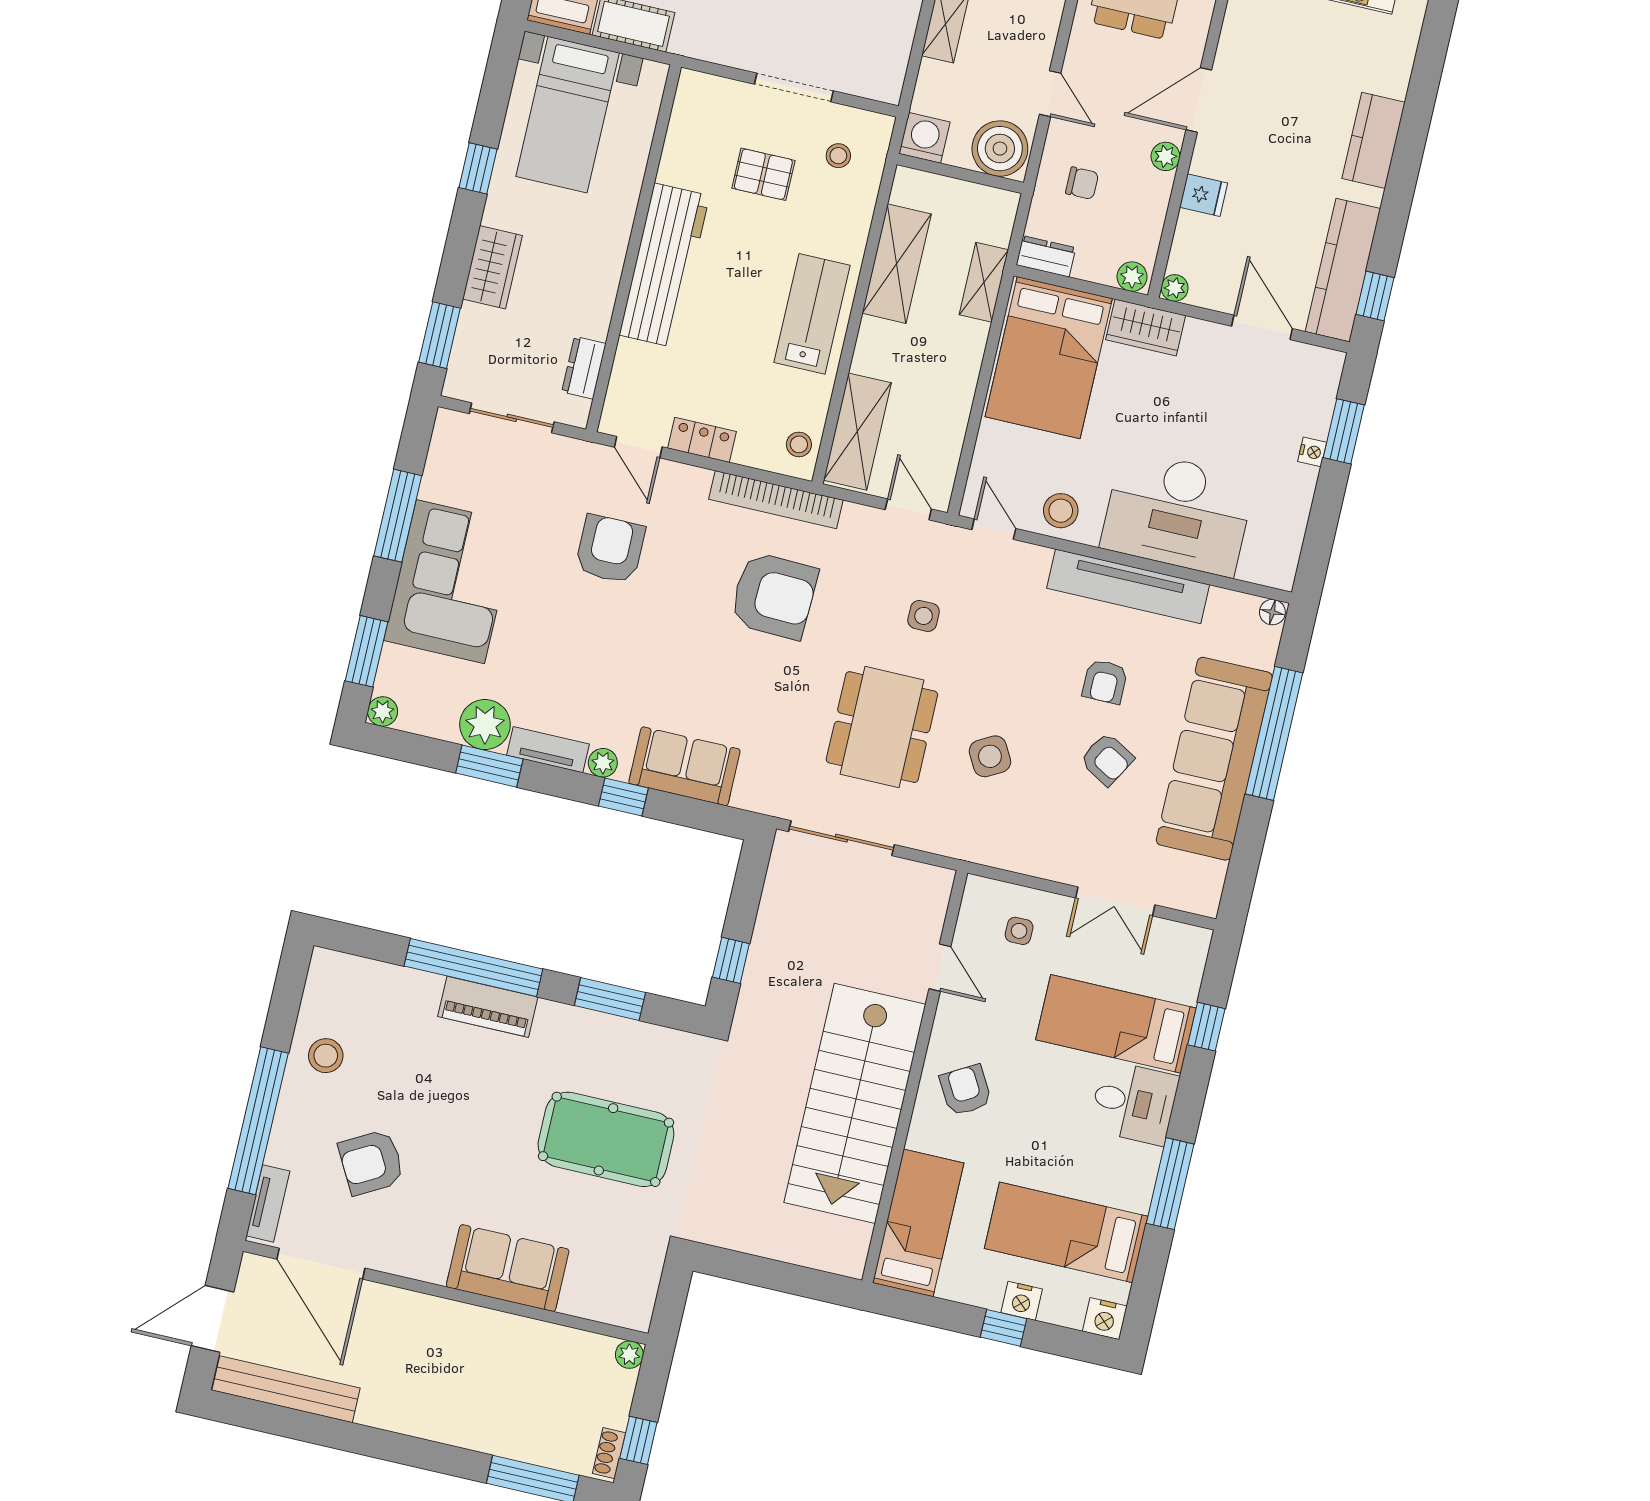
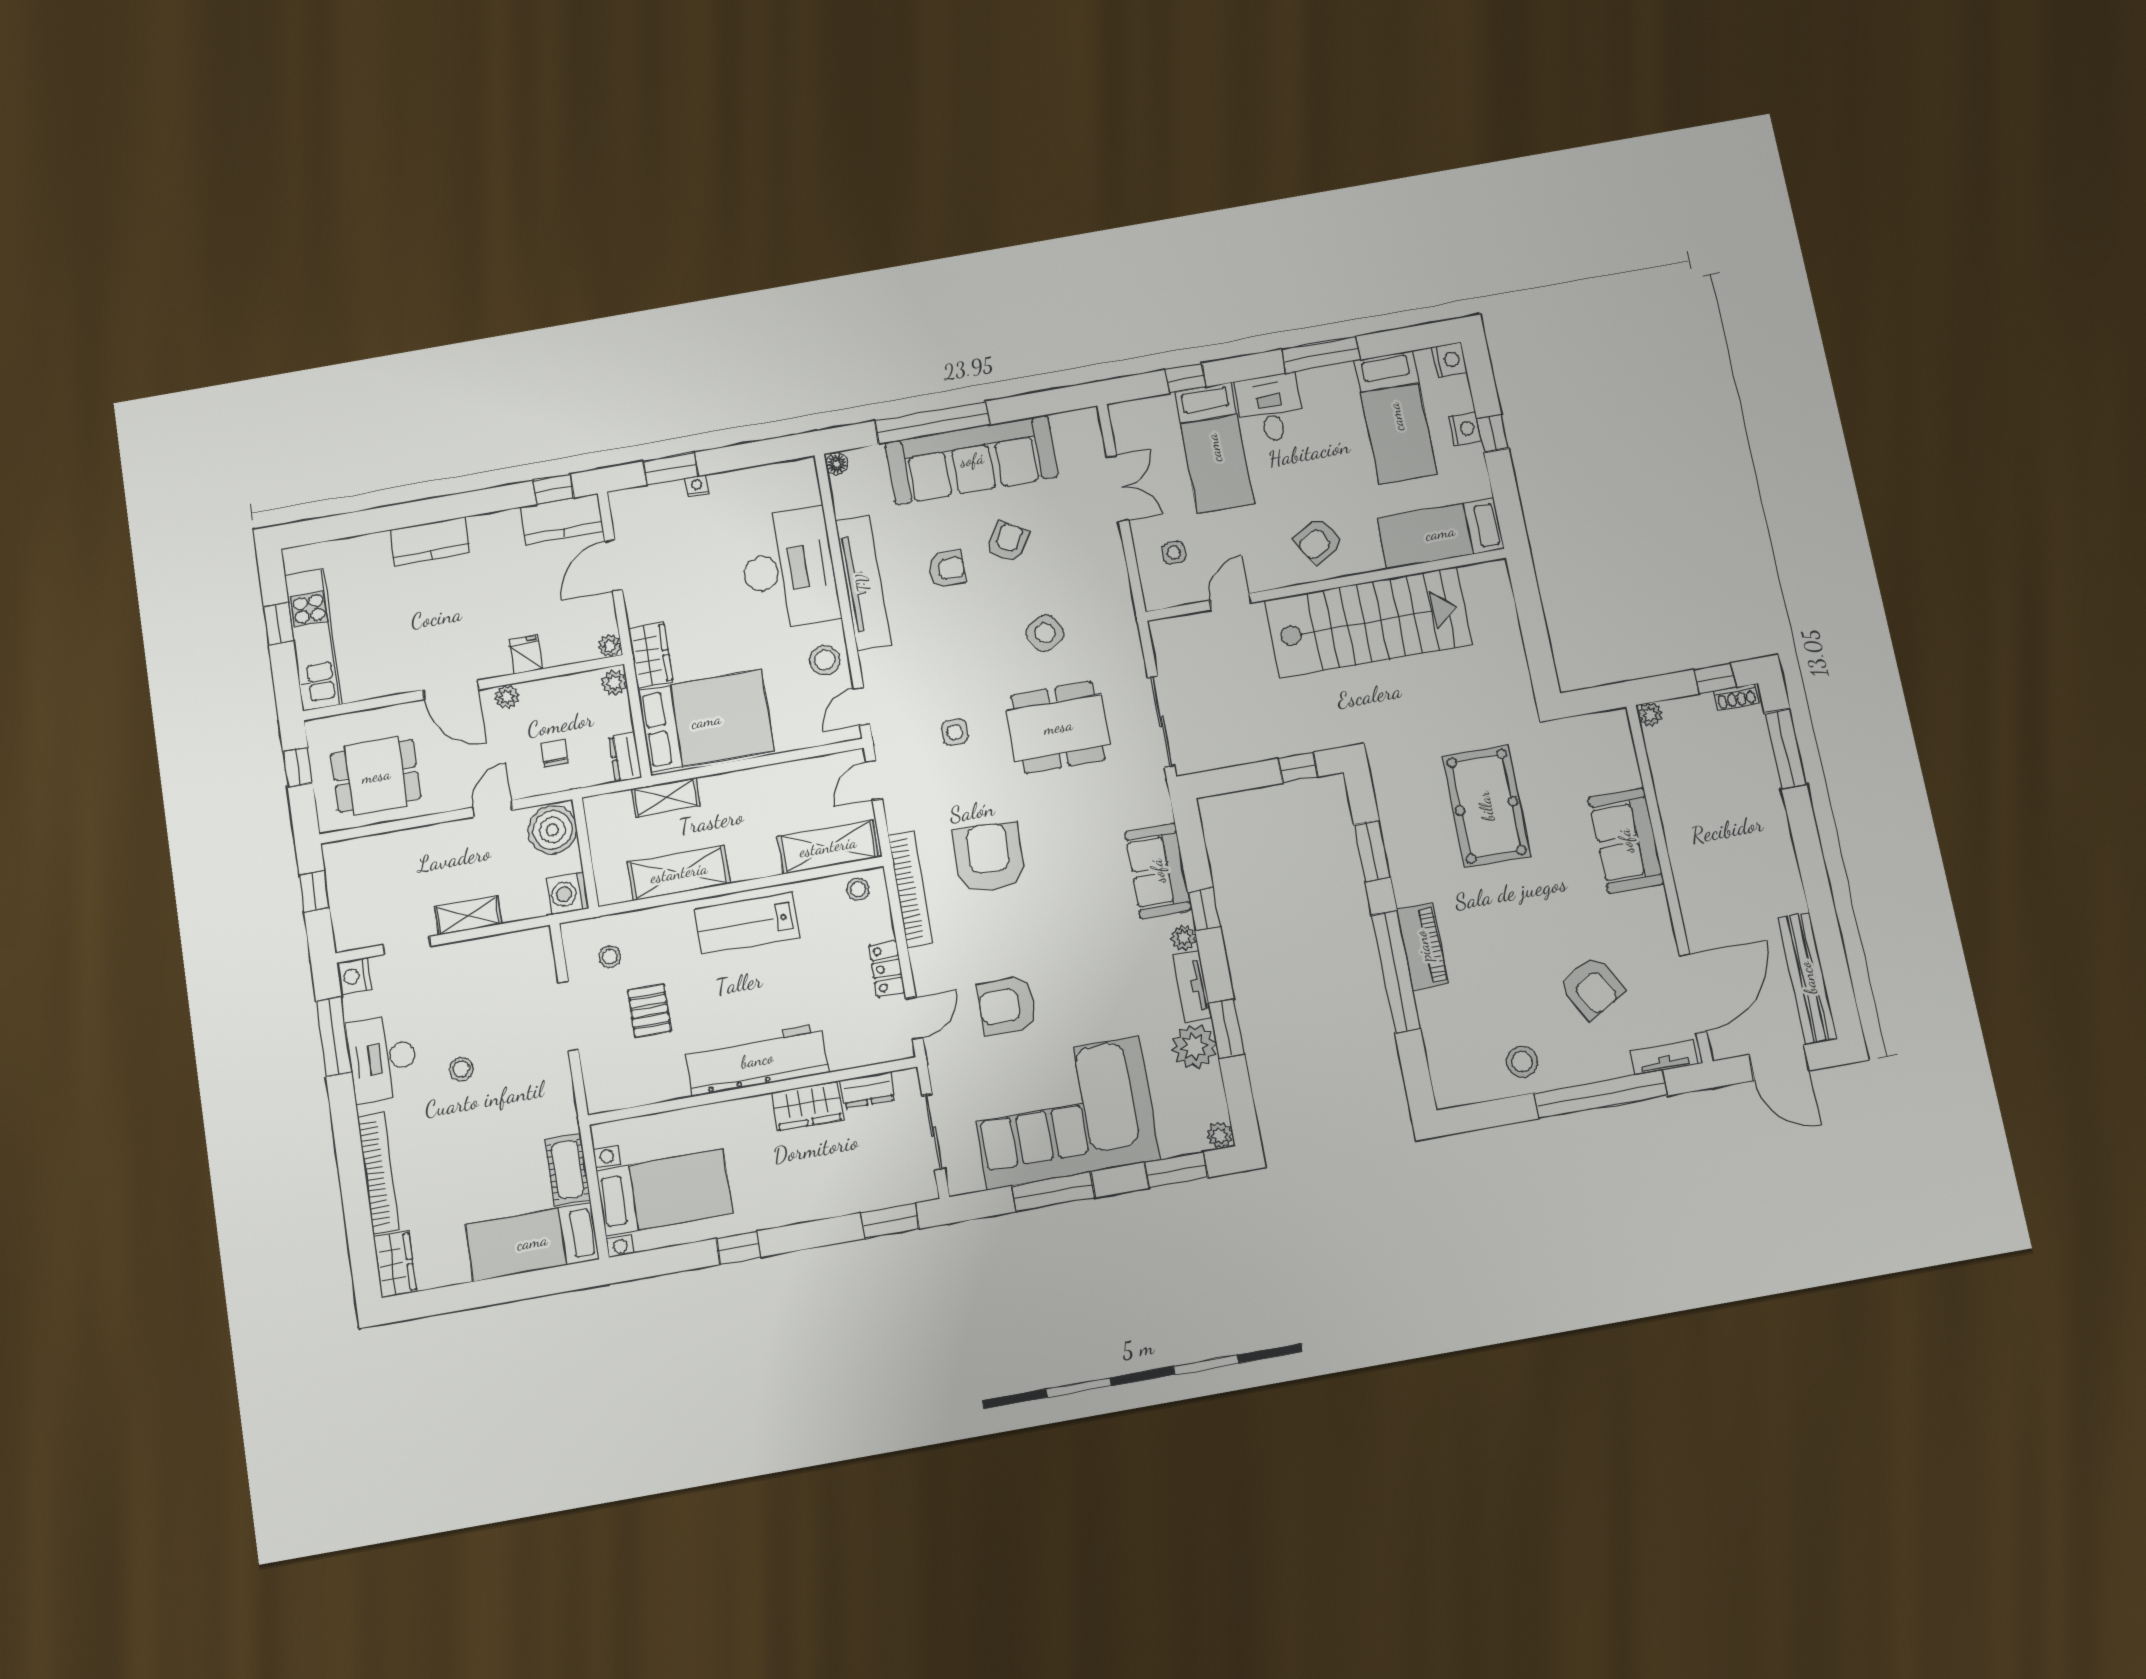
wardrobe: (492, 267) -> (807, 1106), moved, turned 180
kitchen counter: (1343, 270) -> (562, 519), width x0.67
corner sofa: (450, 582) -> (1063, 1113), width x1.36, depth x1.36

